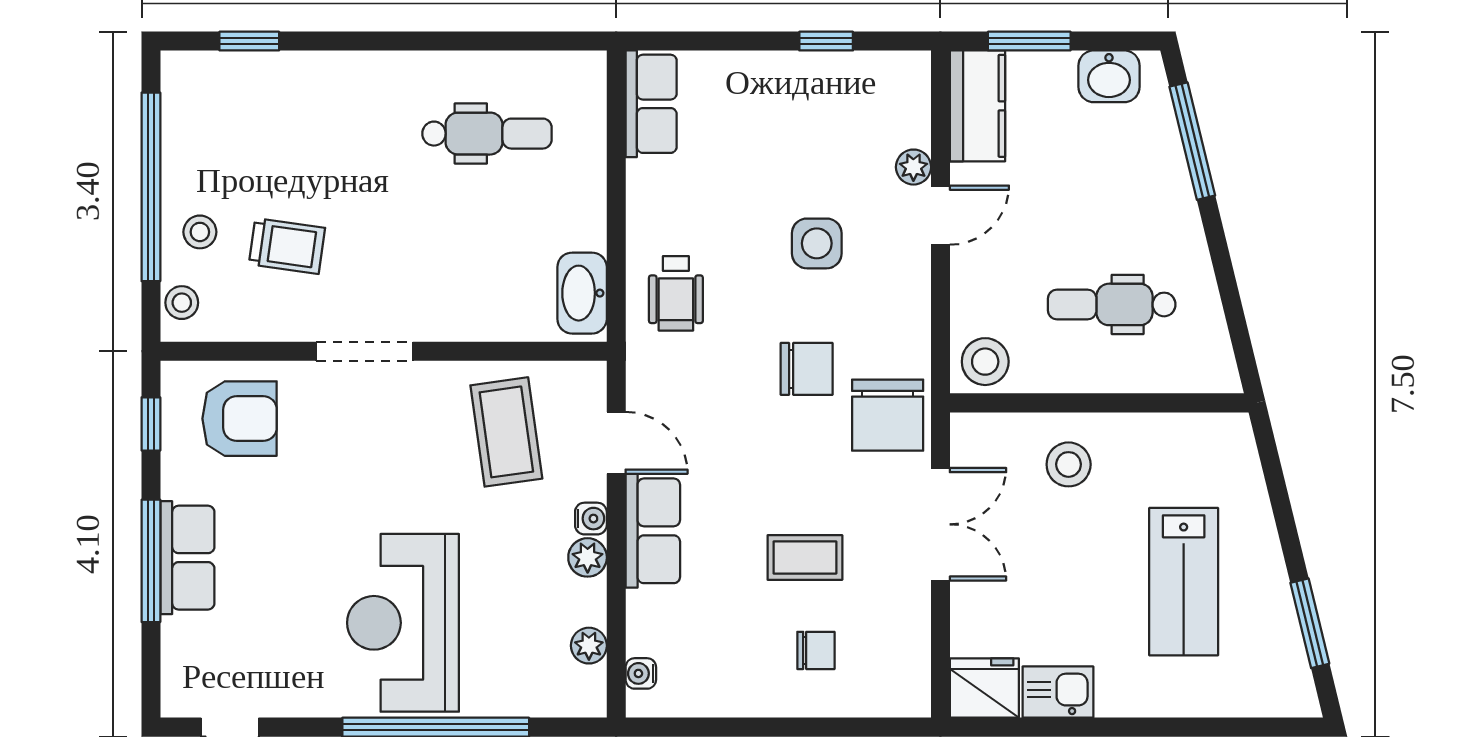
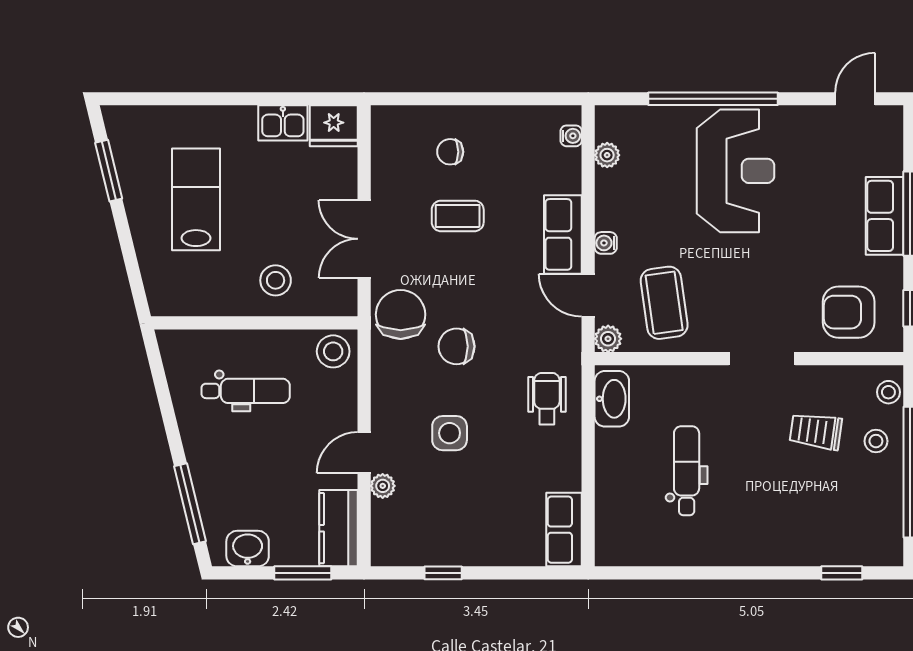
dental chair: (487, 134) -> (687, 471), moved, turned 90
plant: (588, 557) -> (608, 339), moved

